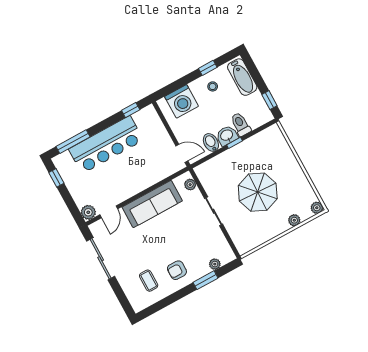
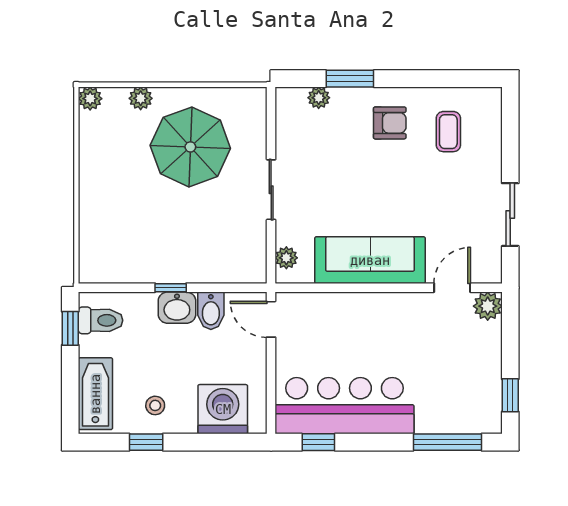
toilet: (241, 124) -> (101, 320), moved, turned -90
bar counter: (106, 145) -> (344, 406), moved
parasol: (258, 192) -> (190, 147), moved
sliding door: (101, 259) -> (510, 215), width x0.73

